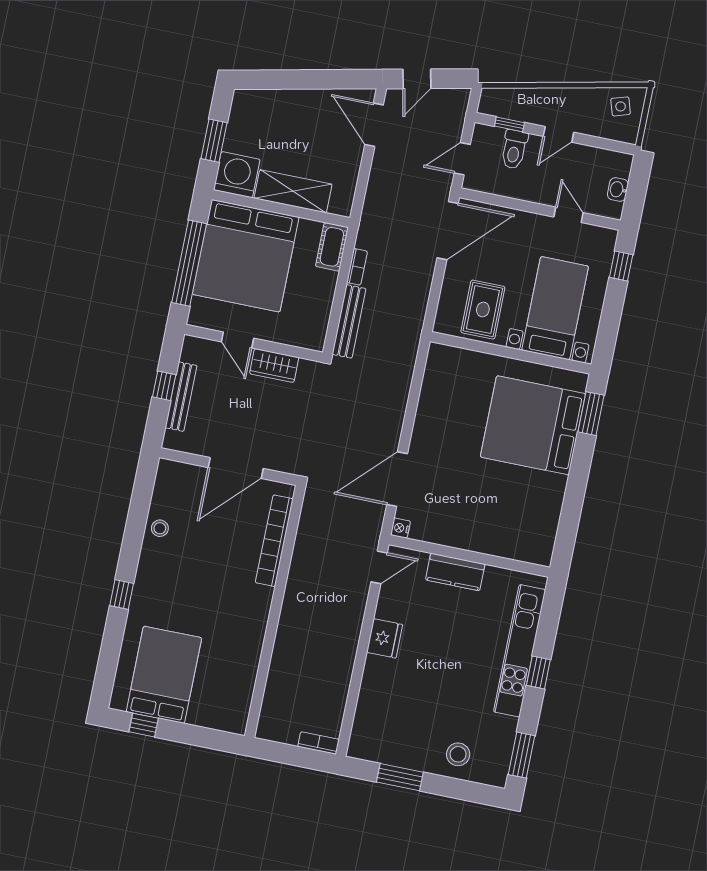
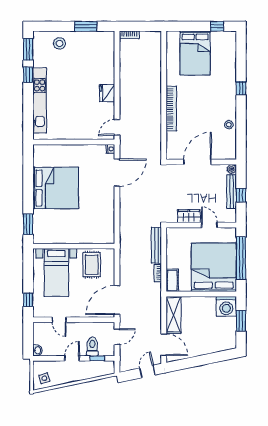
washbasin: (618, 189) -> (37, 350), moved
shelving: (293, 191) -> (173, 315), moved, turned 90
bed: (533, 425) -> (56, 188), moved
plant: (172, 441) -> (232, 169), added
bookcase: (274, 541) -> (171, 109), moved
kitchen counter: (455, 572) -> (79, 133), removed
window: (538, 672) -> (28, 75), moved
bed: (164, 675) -> (195, 53), moved

